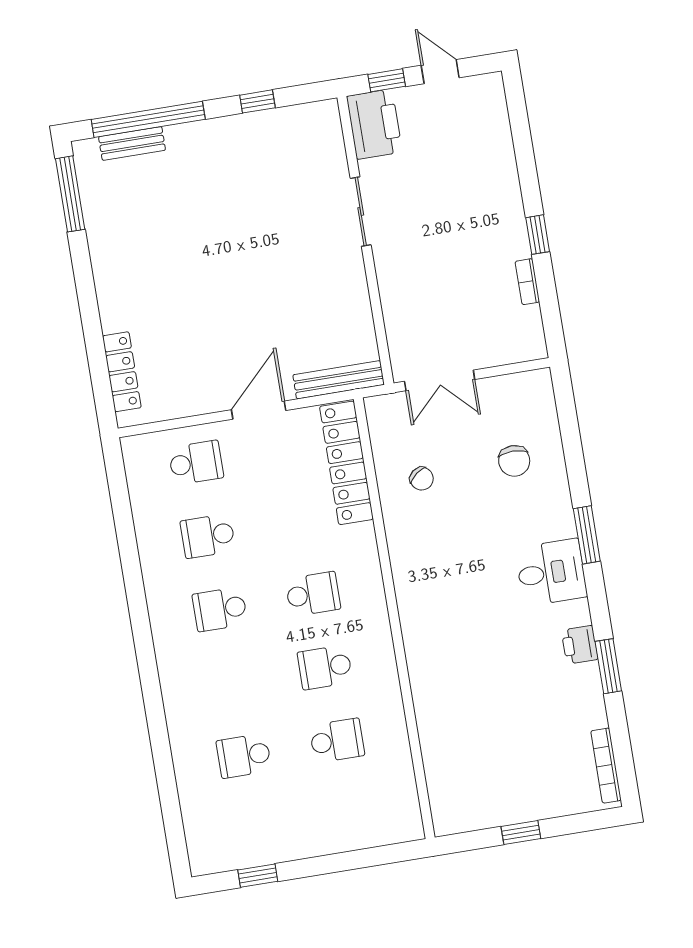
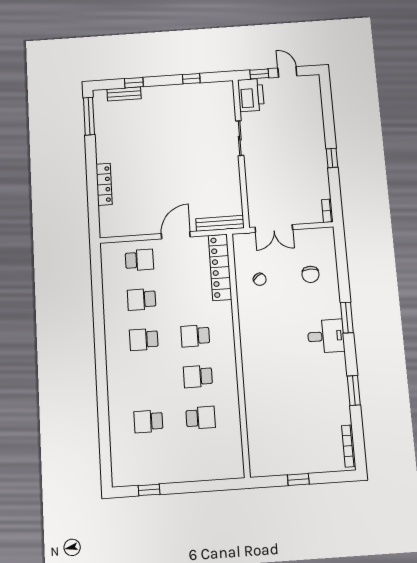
window: (148, 119) -> (134, 83), width x0.32
bookcase: (527, 282) -> (327, 211), moved
locker: (122, 372) -> (104, 184), moved
school desk: (313, 594) -> (195, 336), turned 180
printer: (580, 645) -> (339, 377), removed

